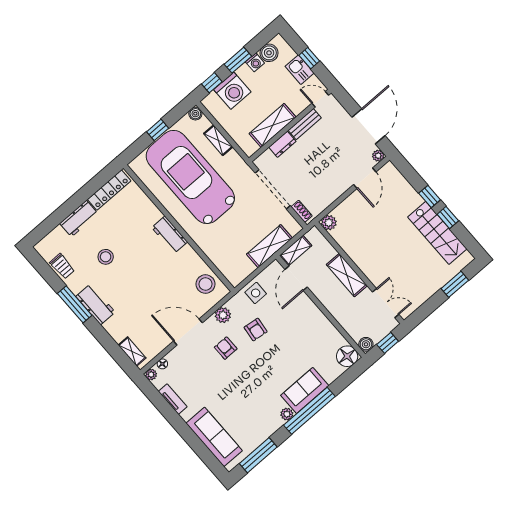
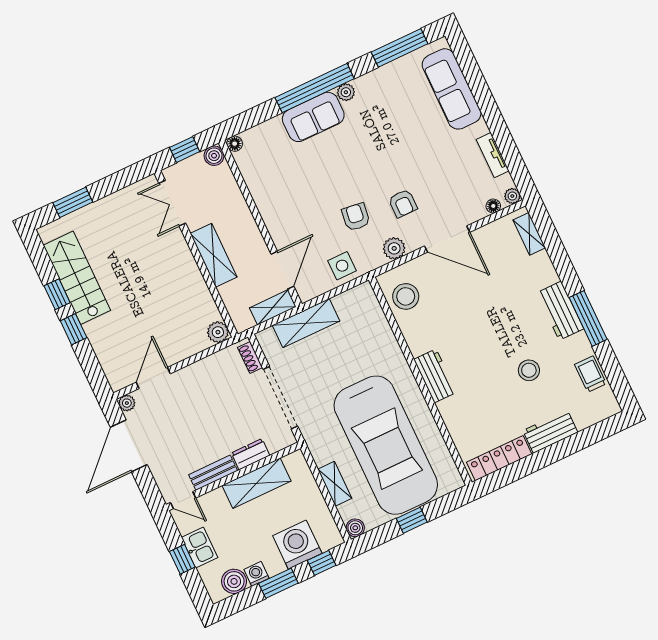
floor lamp: (347, 356) -> (235, 144), width x0.53, depth x0.53

